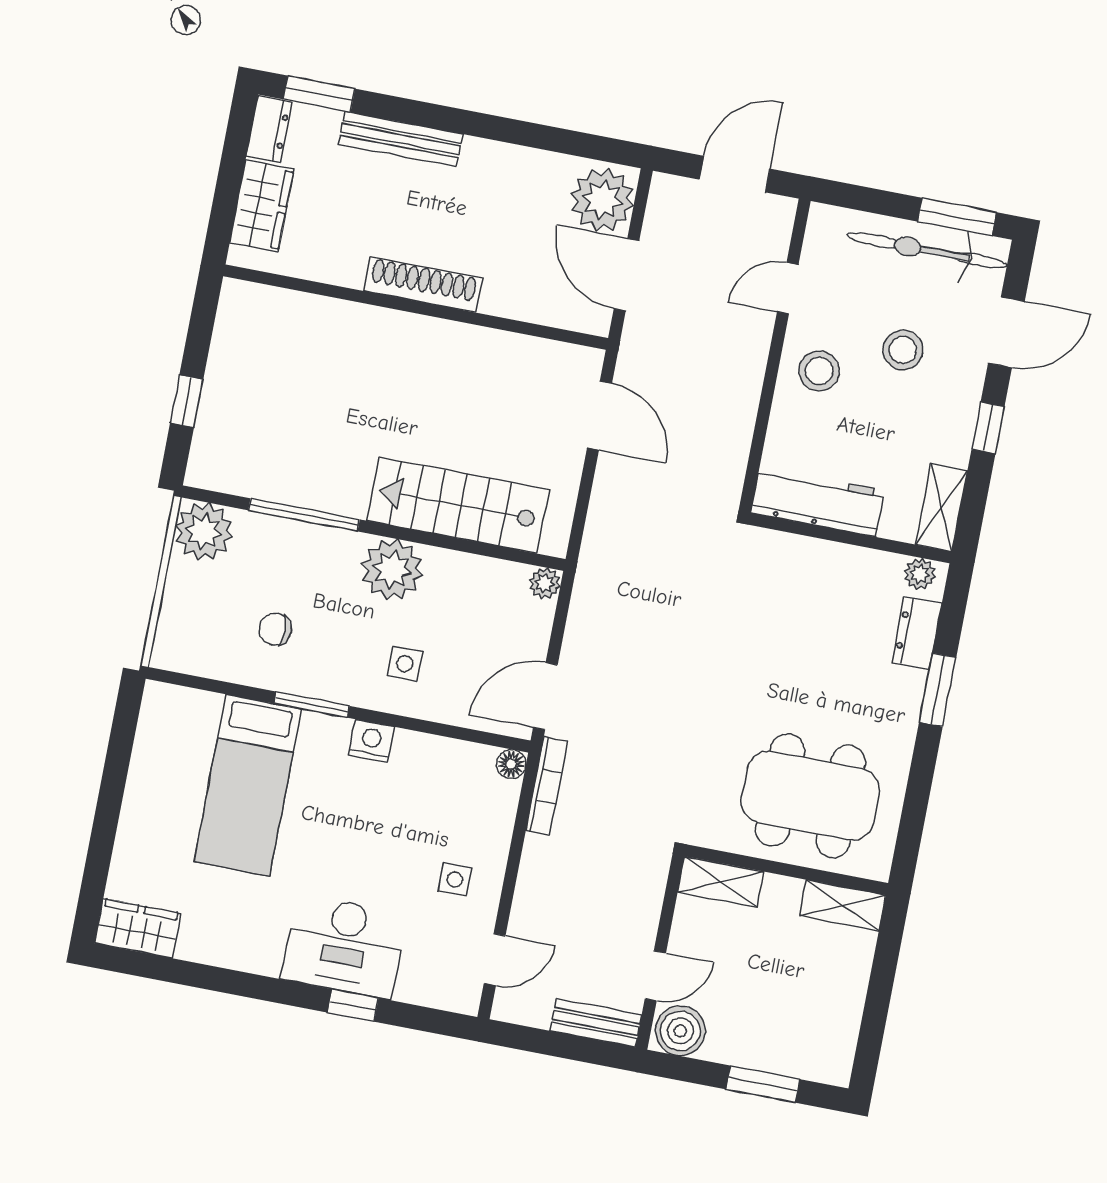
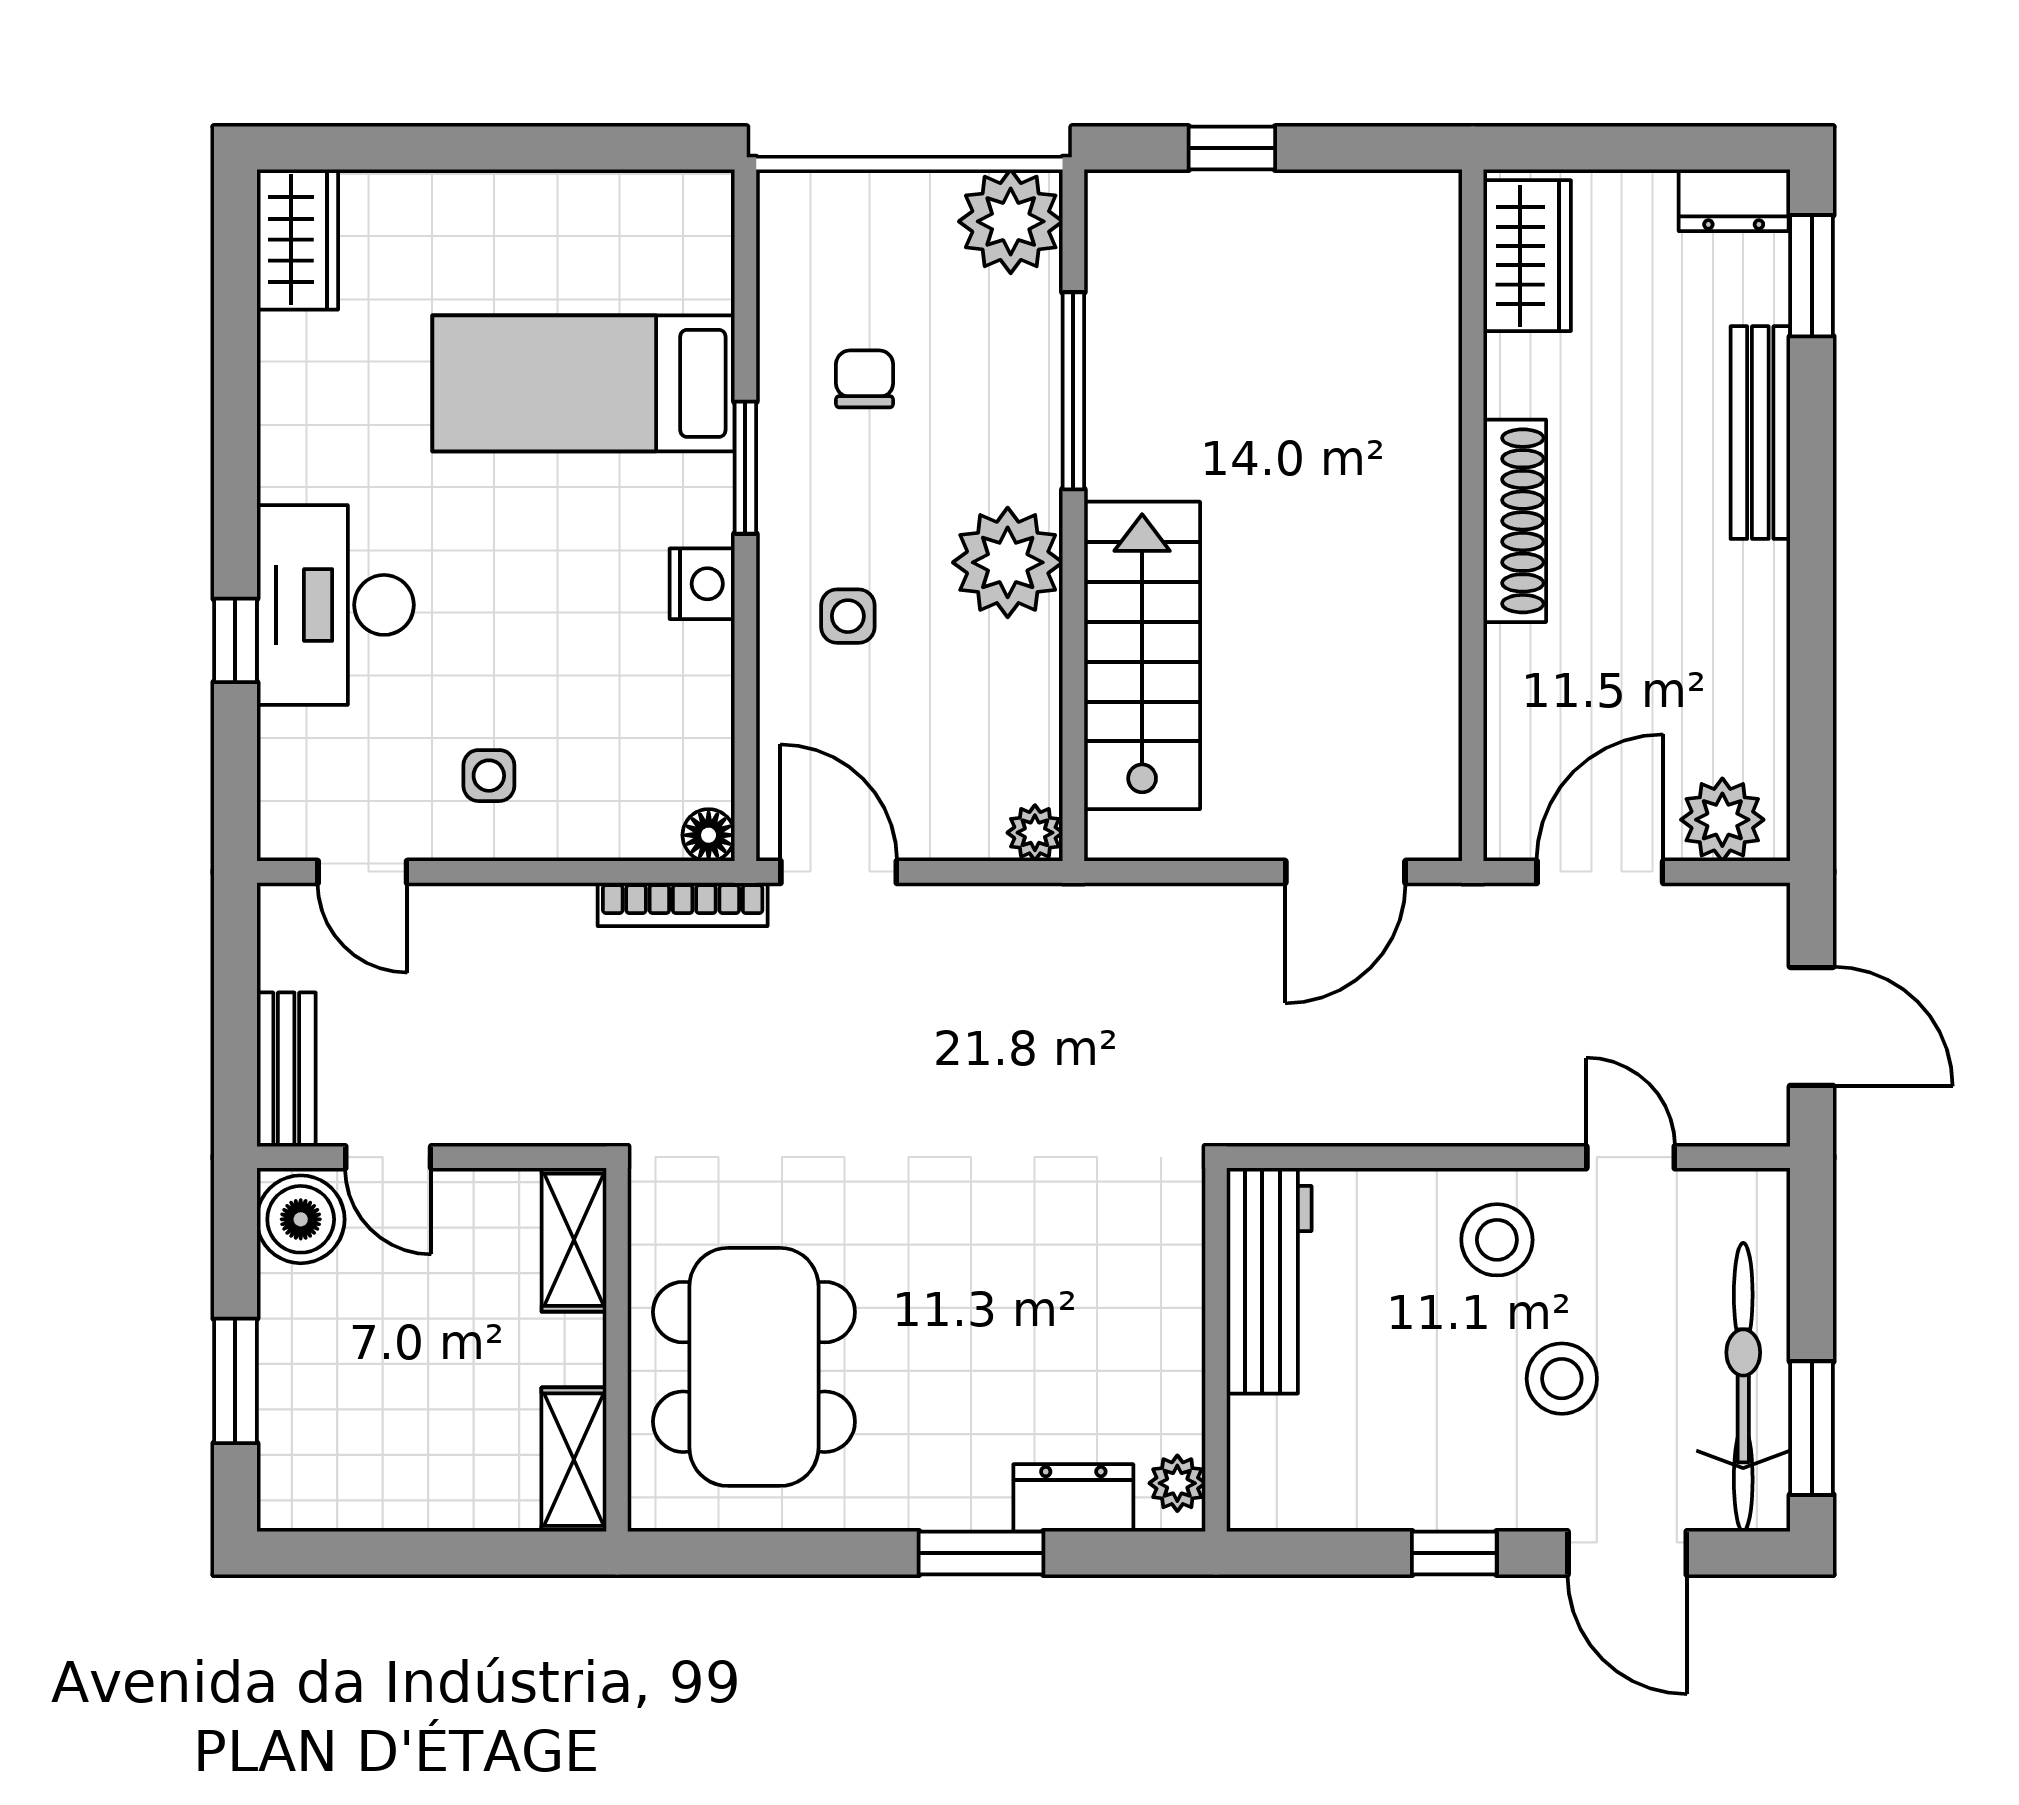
plant: (602, 200) -> (1722, 820), width x0.73, depth x0.73
wardrobe: (262, 206) -> (1527, 256), moved, turned -90
shelving: (941, 508) -> (1300, 1499), removed

